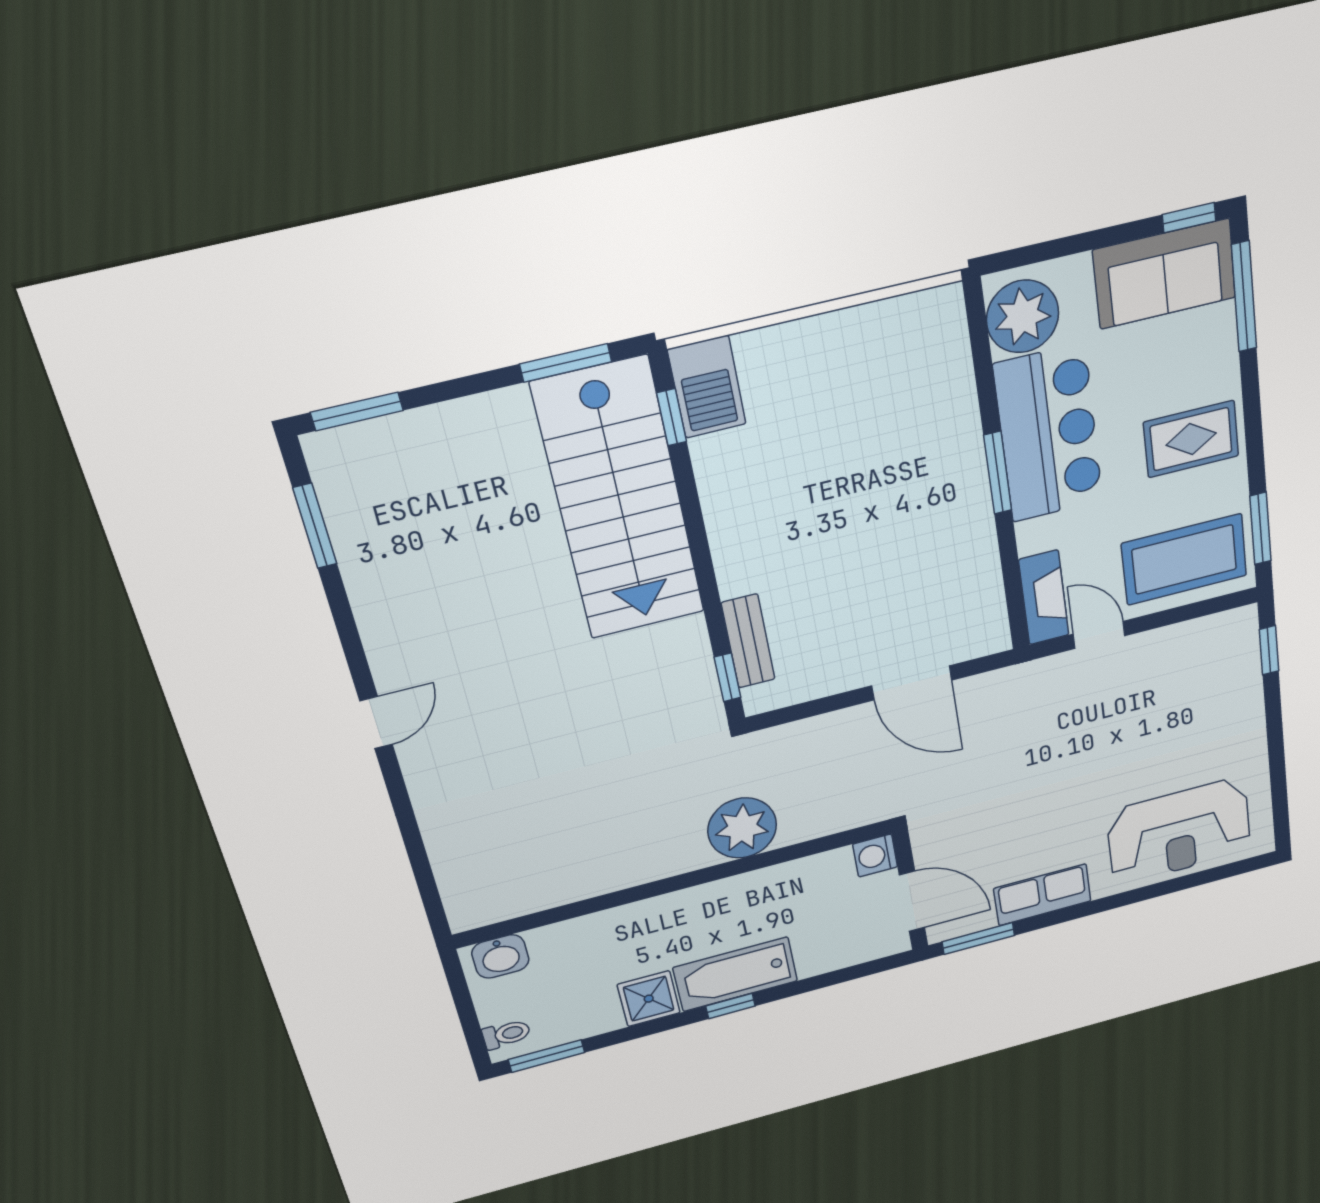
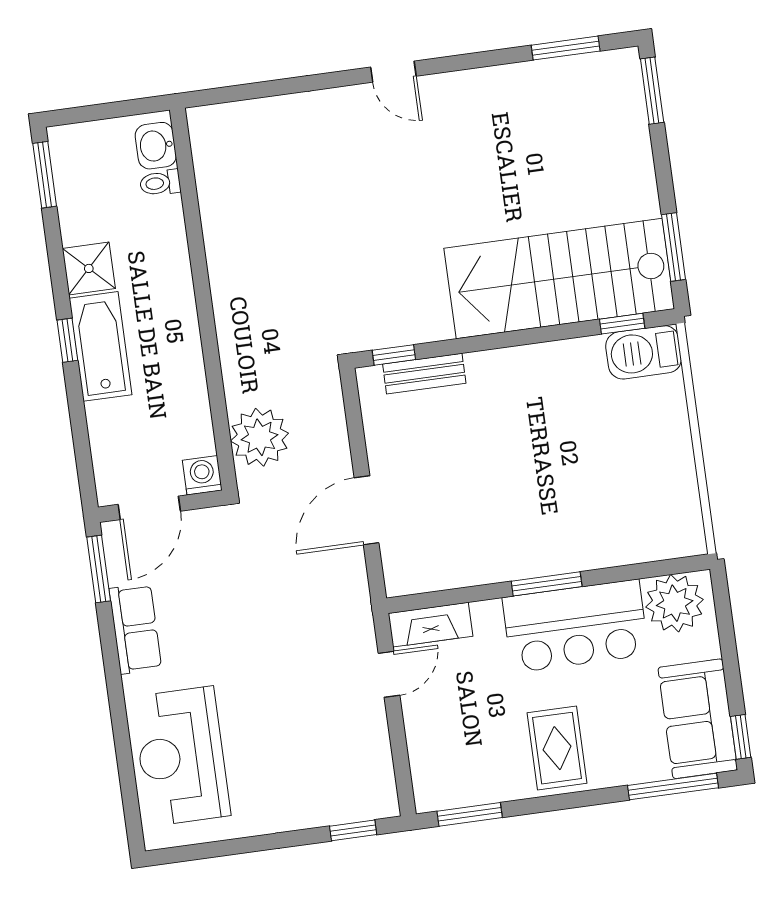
coffee table: (1184, 559) -> (450, 748), removed
plant: (742, 828) -> (260, 437), moved
toilet: (506, 1034) -> (160, 183), moved, turned 90

